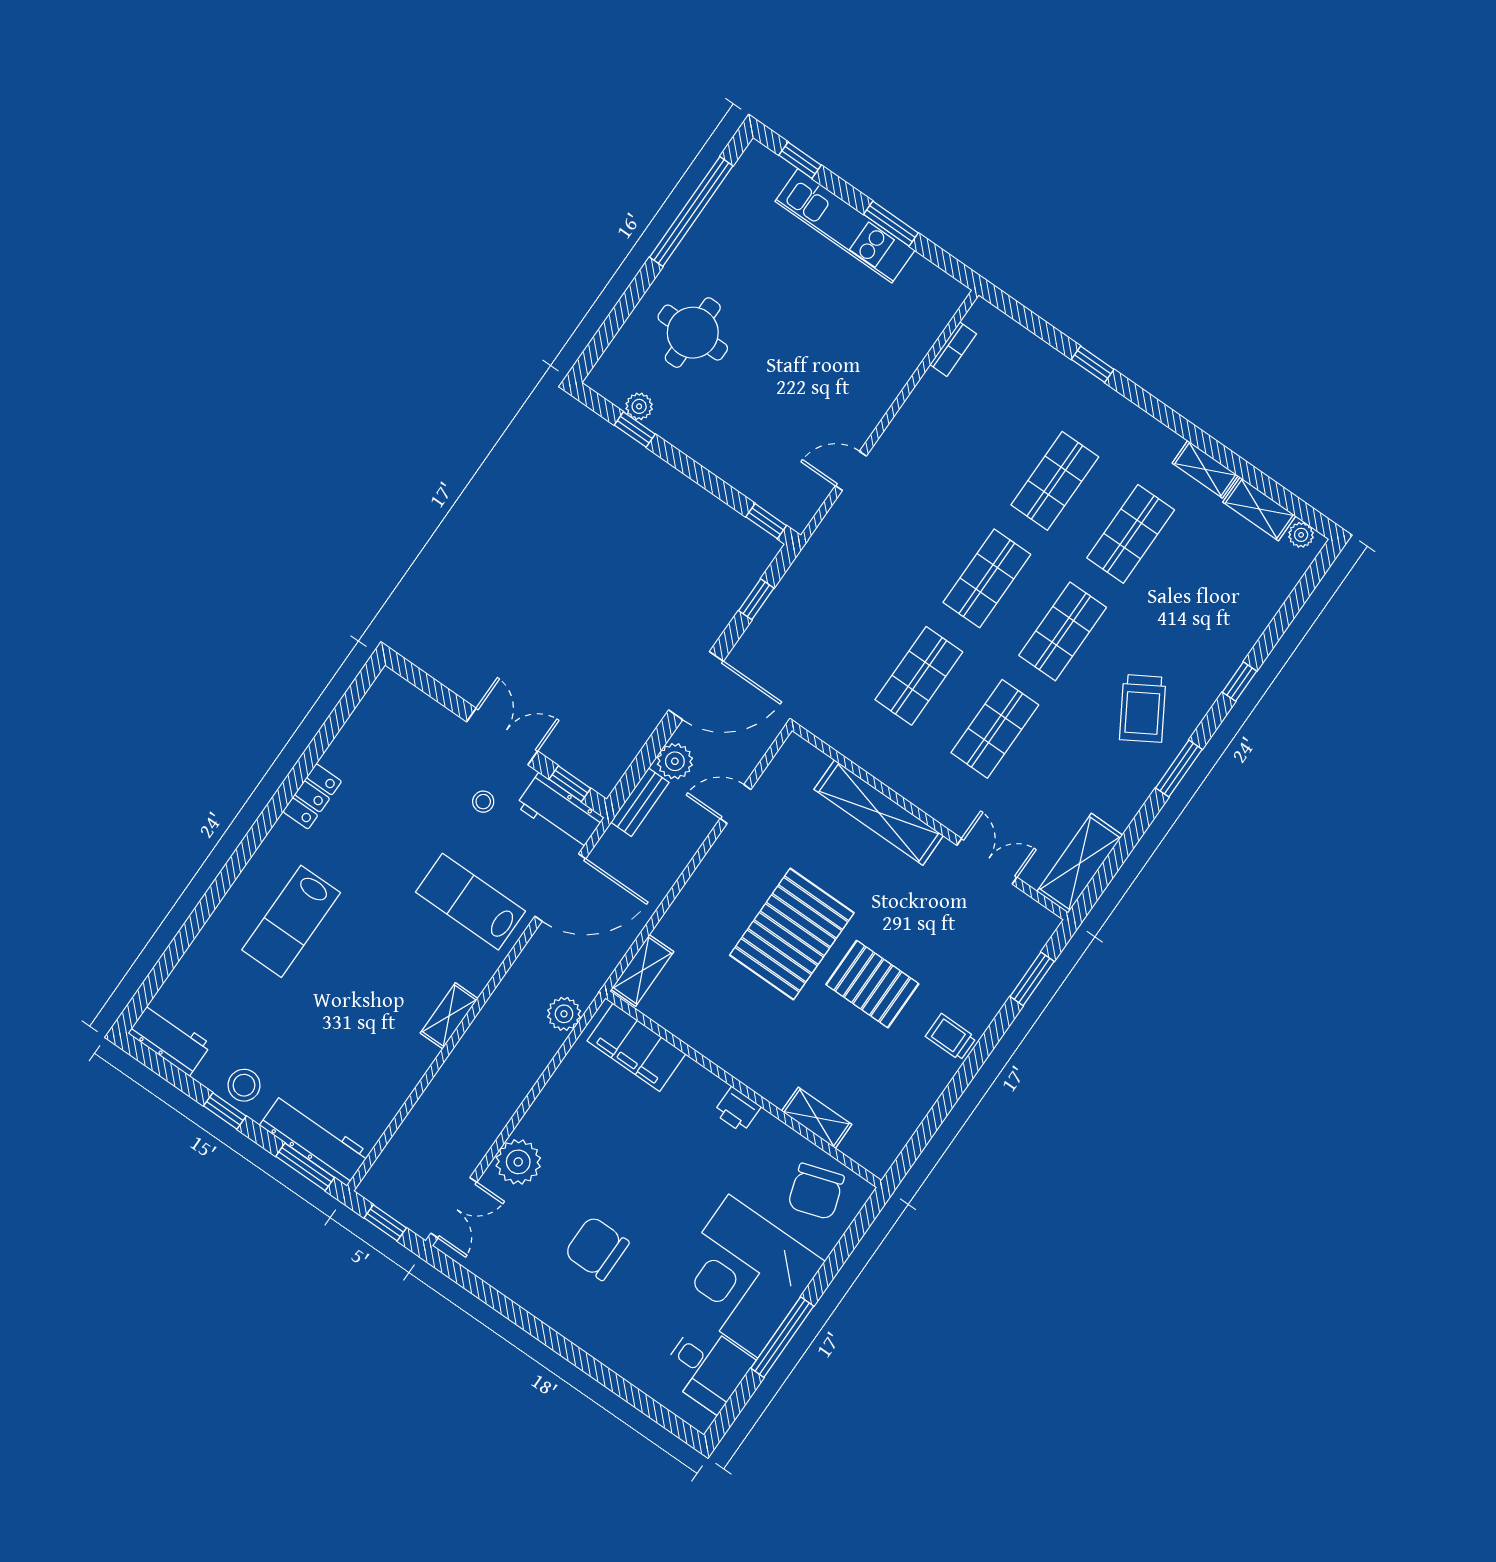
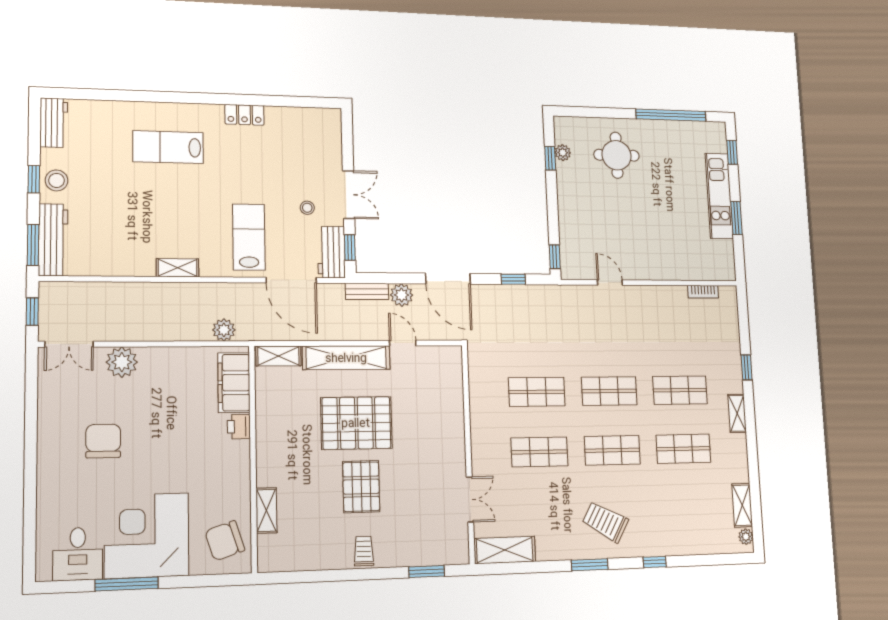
shelving: (1205, 469) -> (737, 413), moved
trolley: (1143, 708) -> (605, 522), turned 60
shelving: (879, 813) -> (346, 358), moved, turned 90
printer: (737, 1110) -> (239, 427), moved

